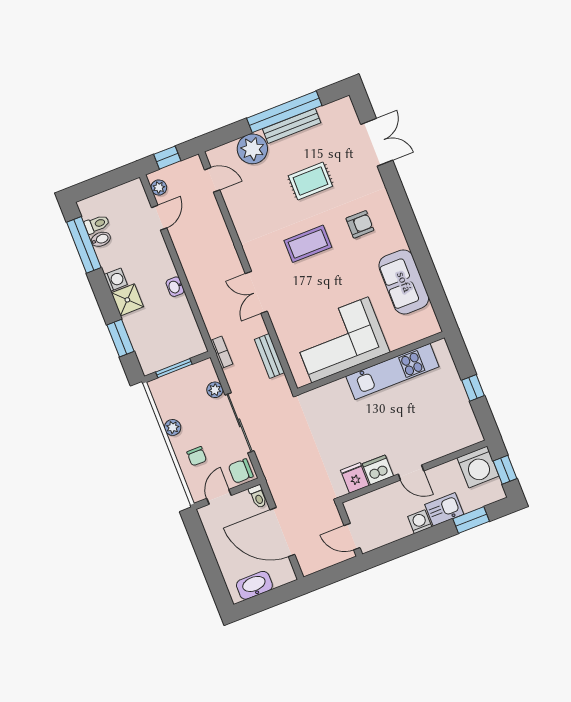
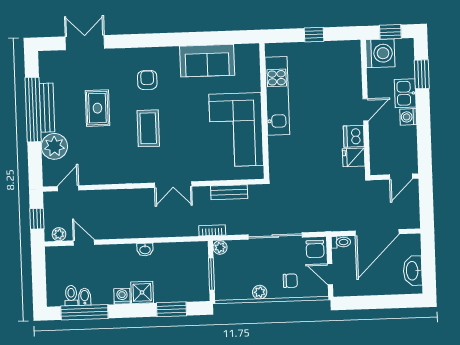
plant: (215, 390) -> (220, 247), moved

